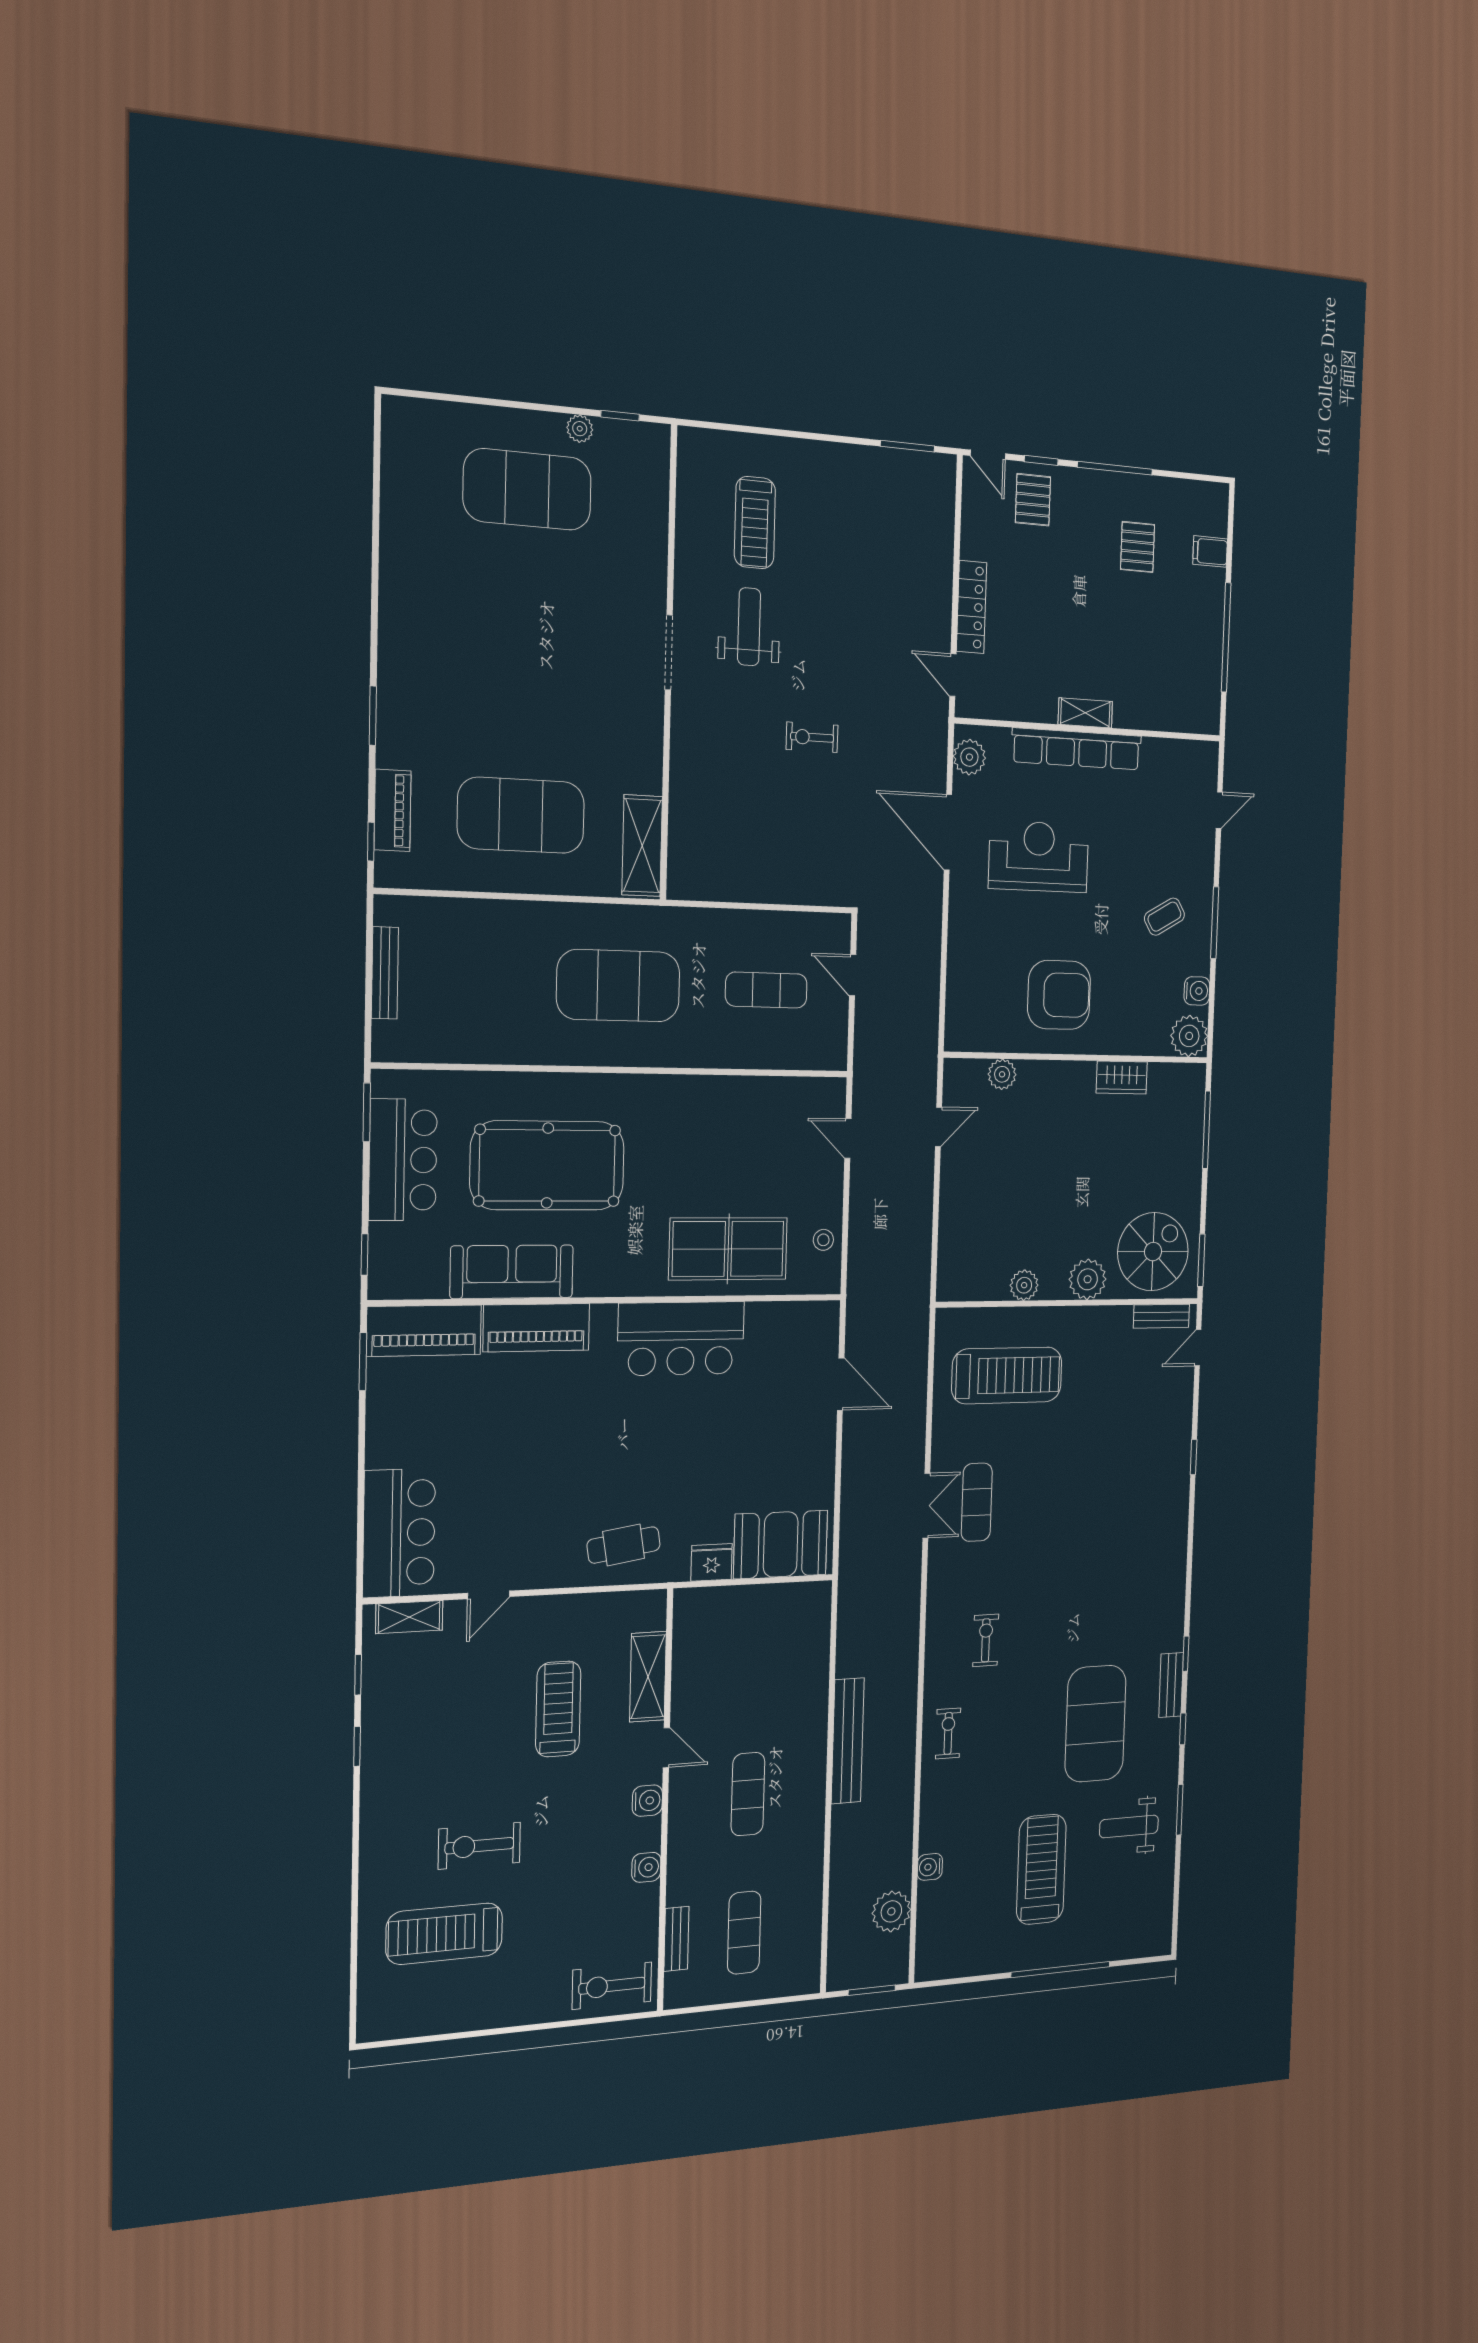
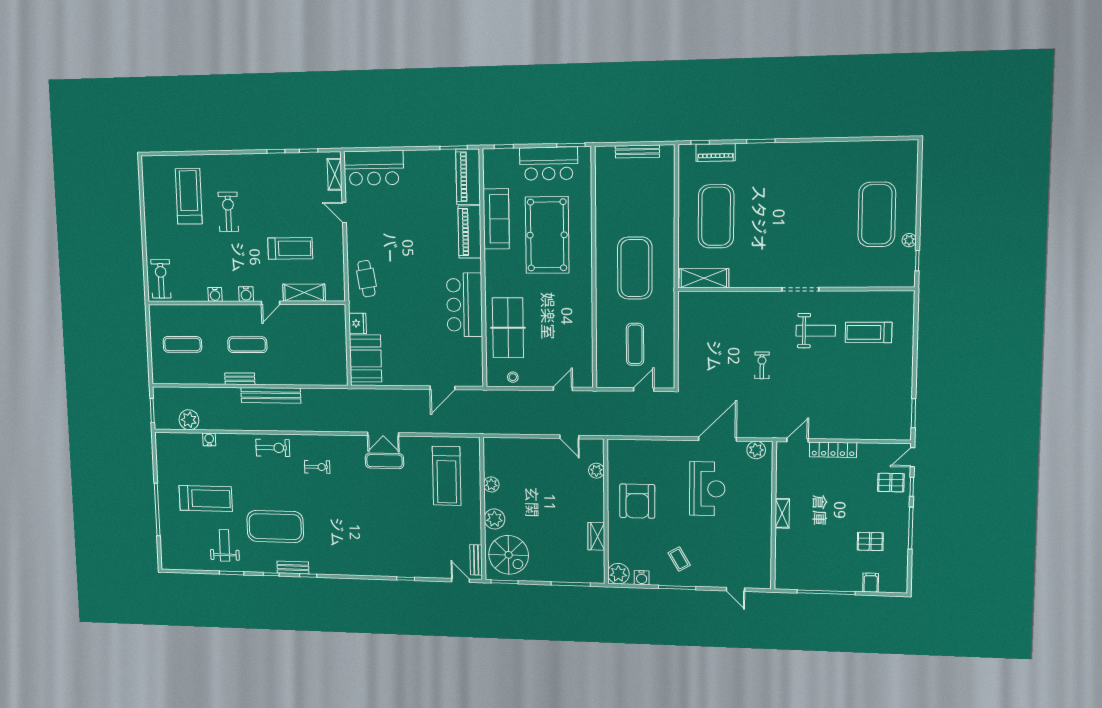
row of seats: (1077, 749) -> (763, 509), removed
exercise bike: (948, 1733) -> (273, 448), width x1.38, depth x1.39
bench: (676, 1939) -> (240, 379), moved

